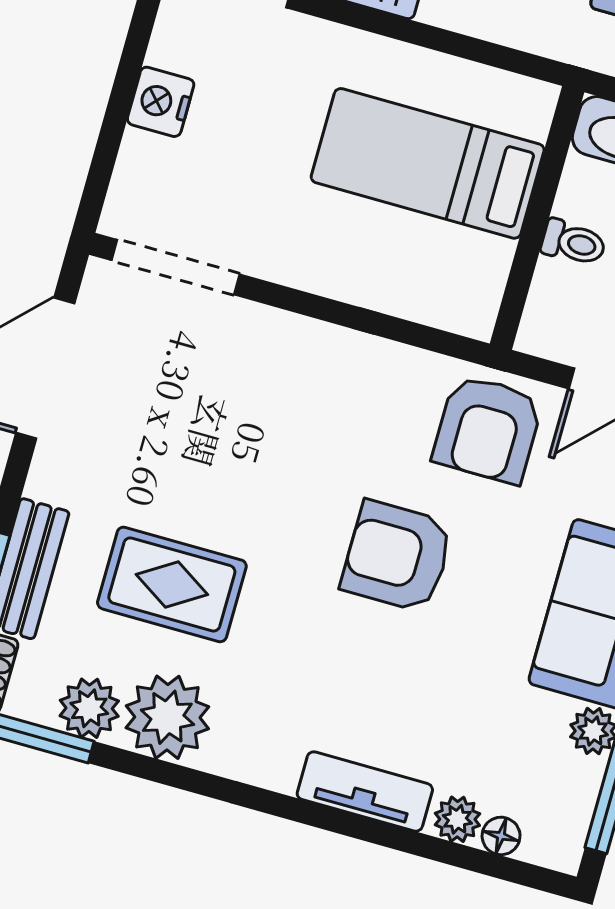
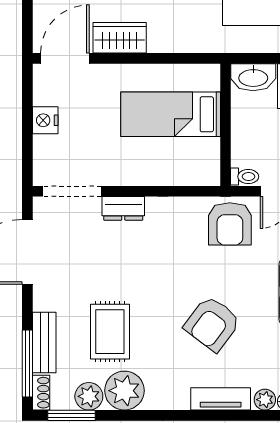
toilet: (573, 243) -> (245, 177), moved
dresser: (273, 333) -> (123, 208), added
armchair: (397, 556) -> (212, 324), moved, turned -53
rug: (172, 584) -> (110, 332), turned 90

